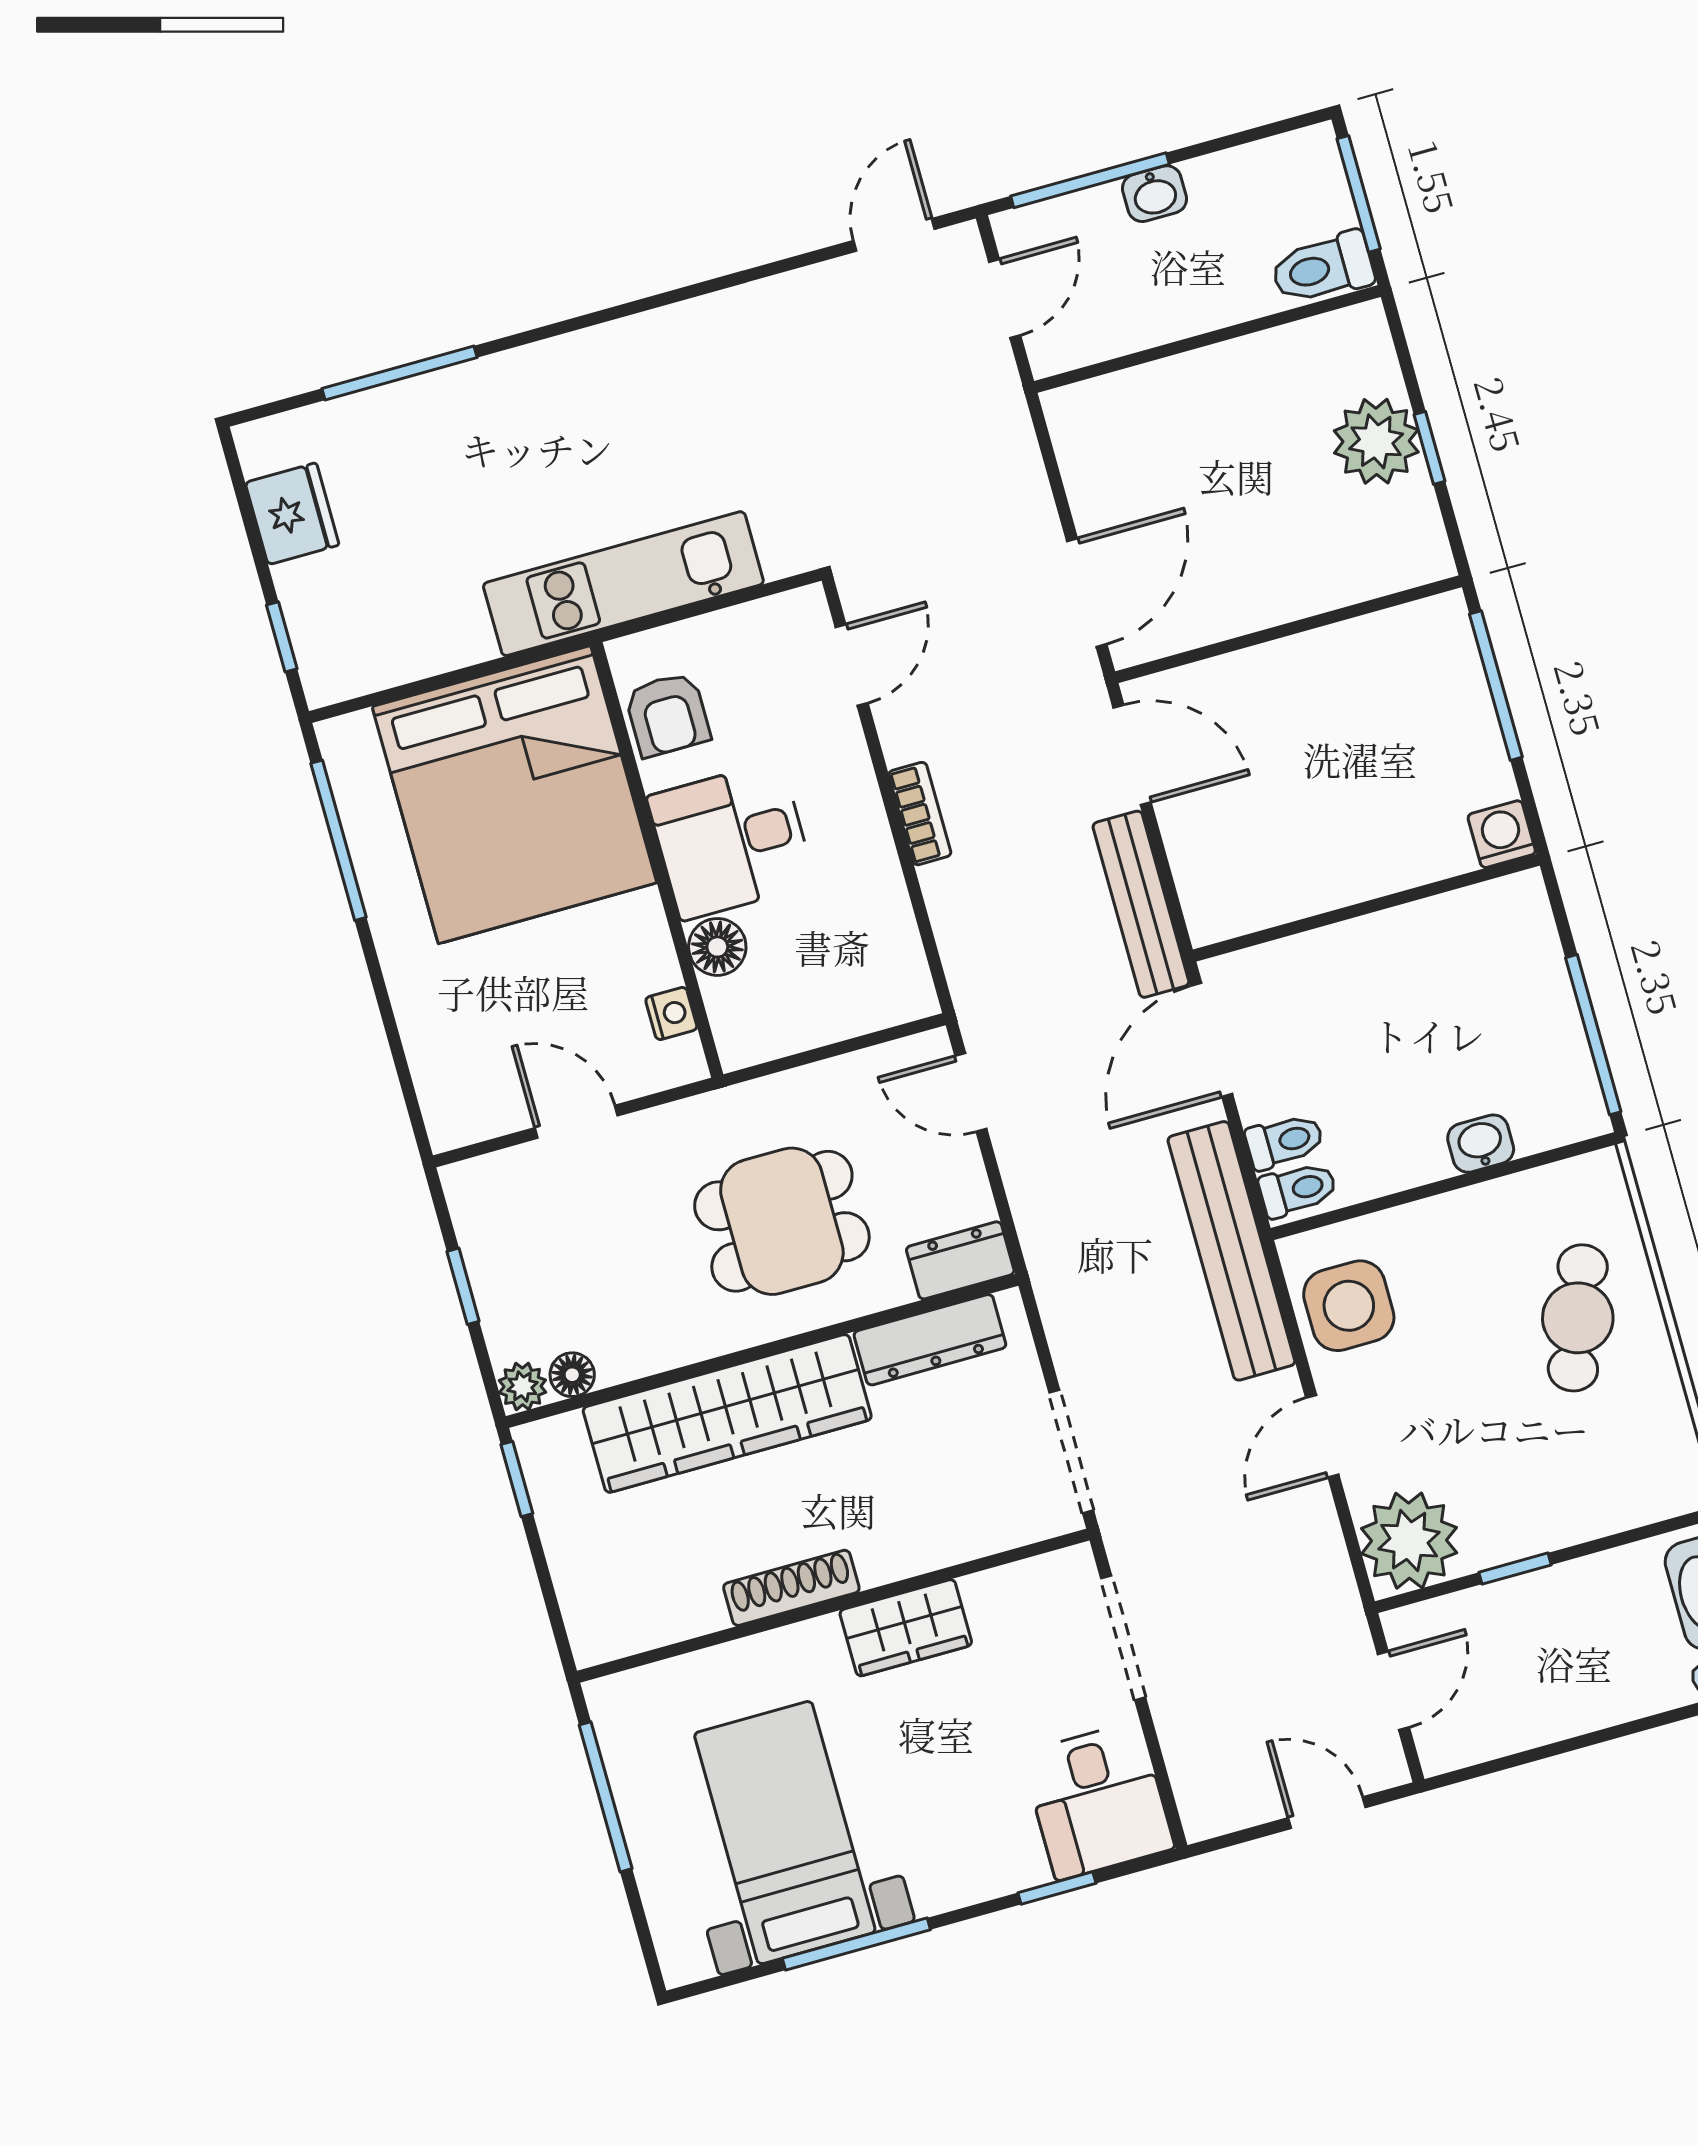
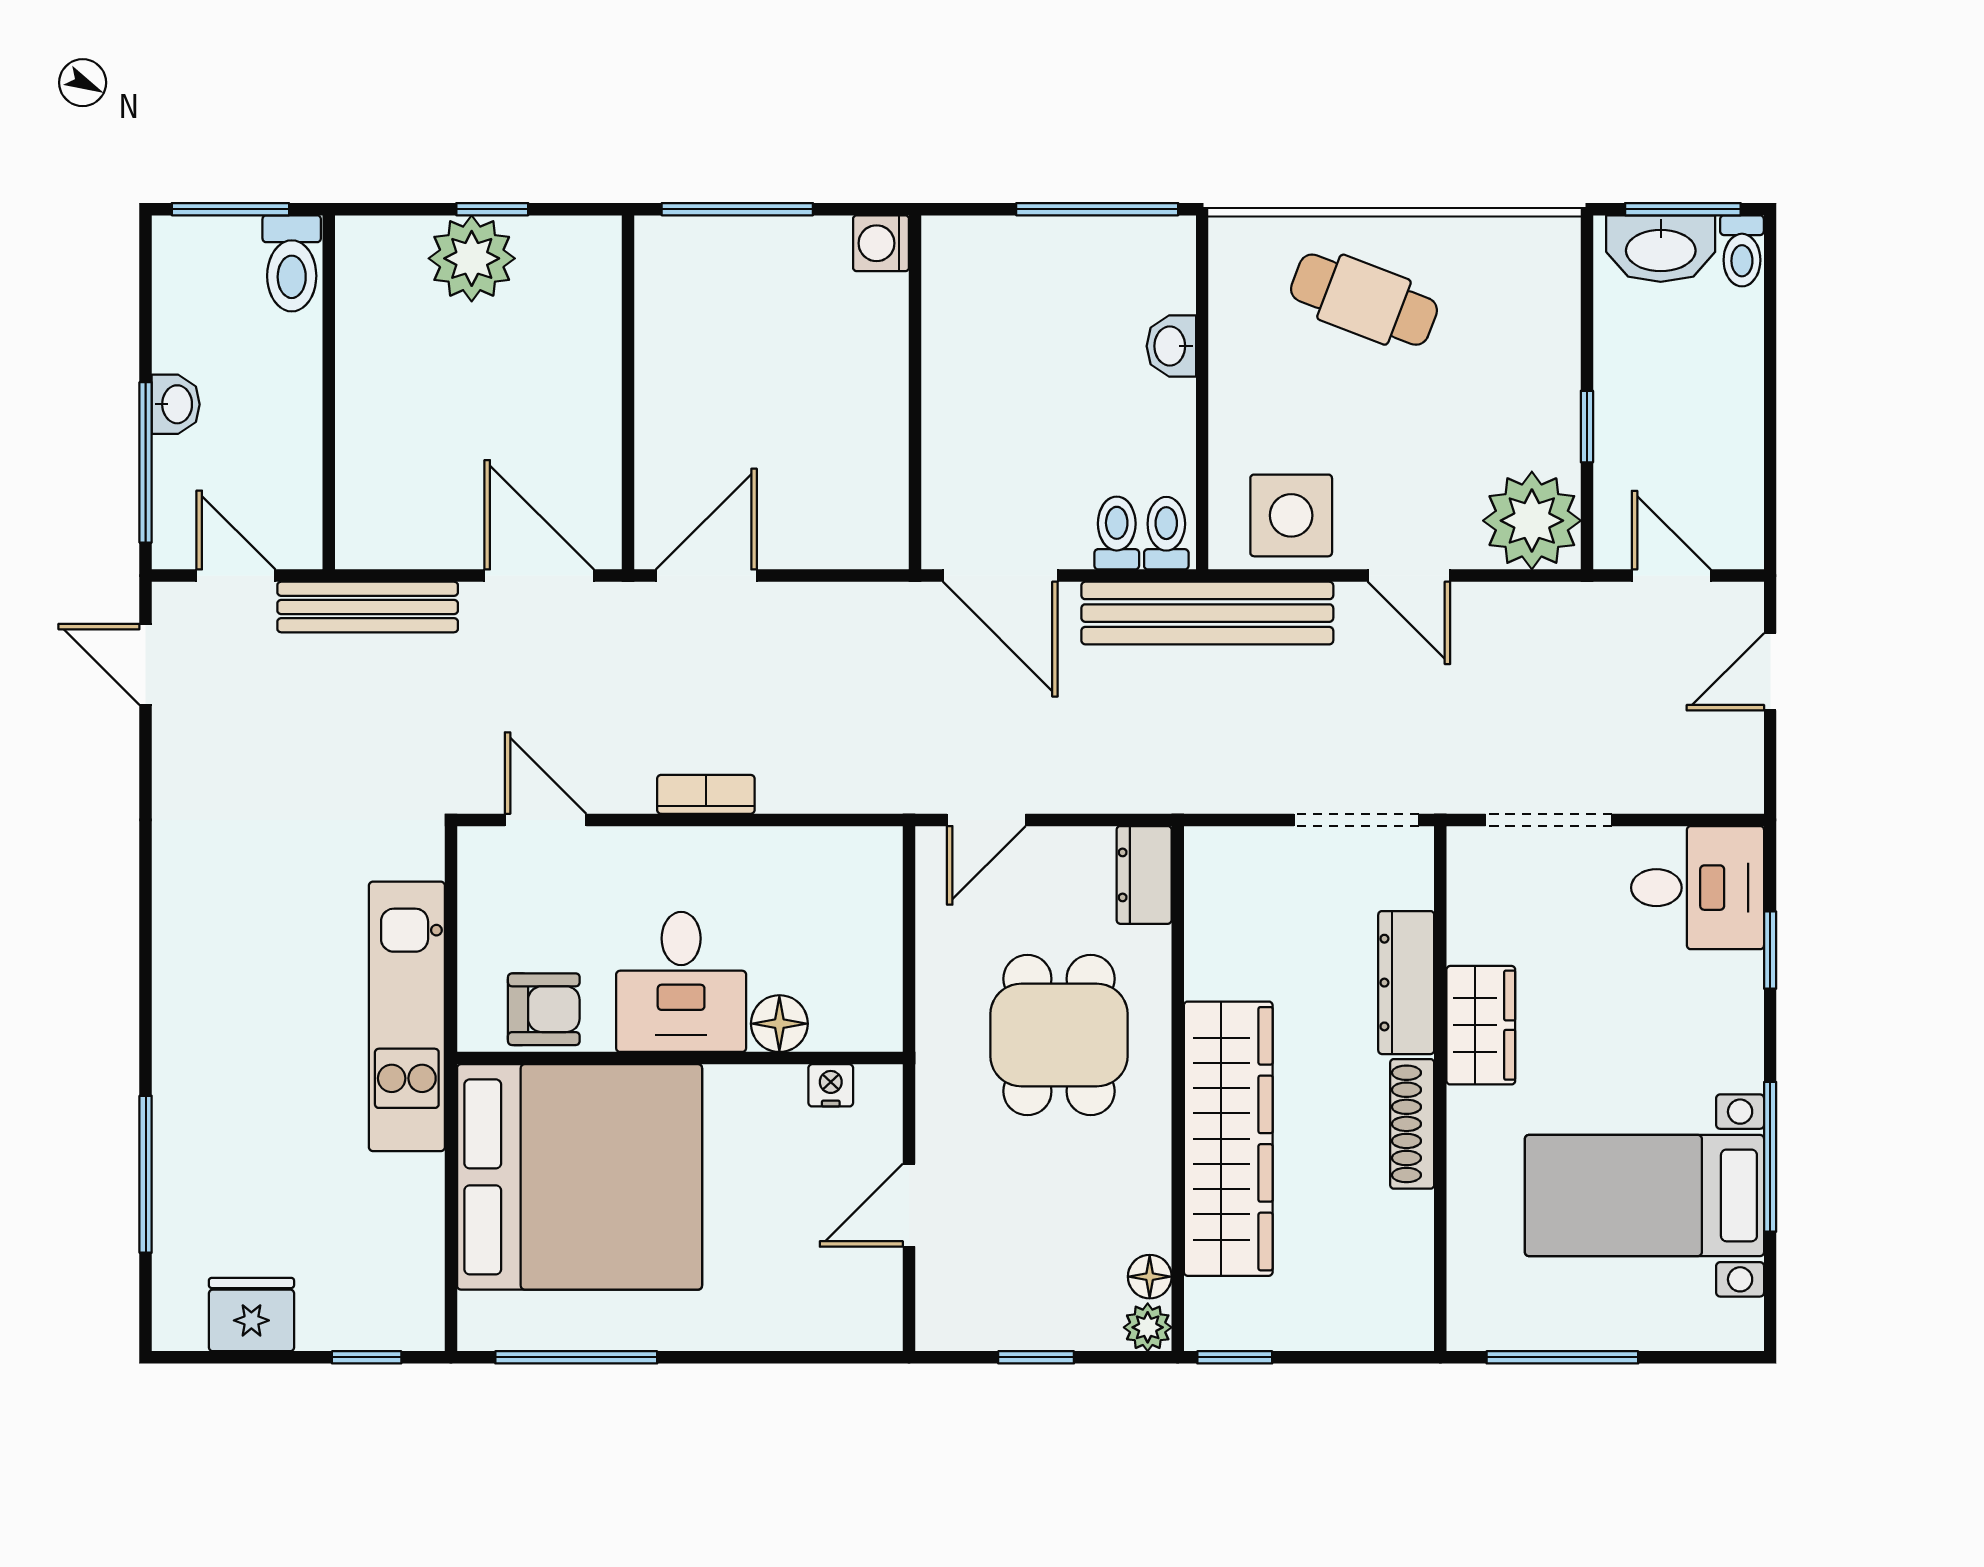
bench: (1141, 904) -> (368, 607), moved
dresser: (930, 1340) -> (1406, 983), moved, turned 180

